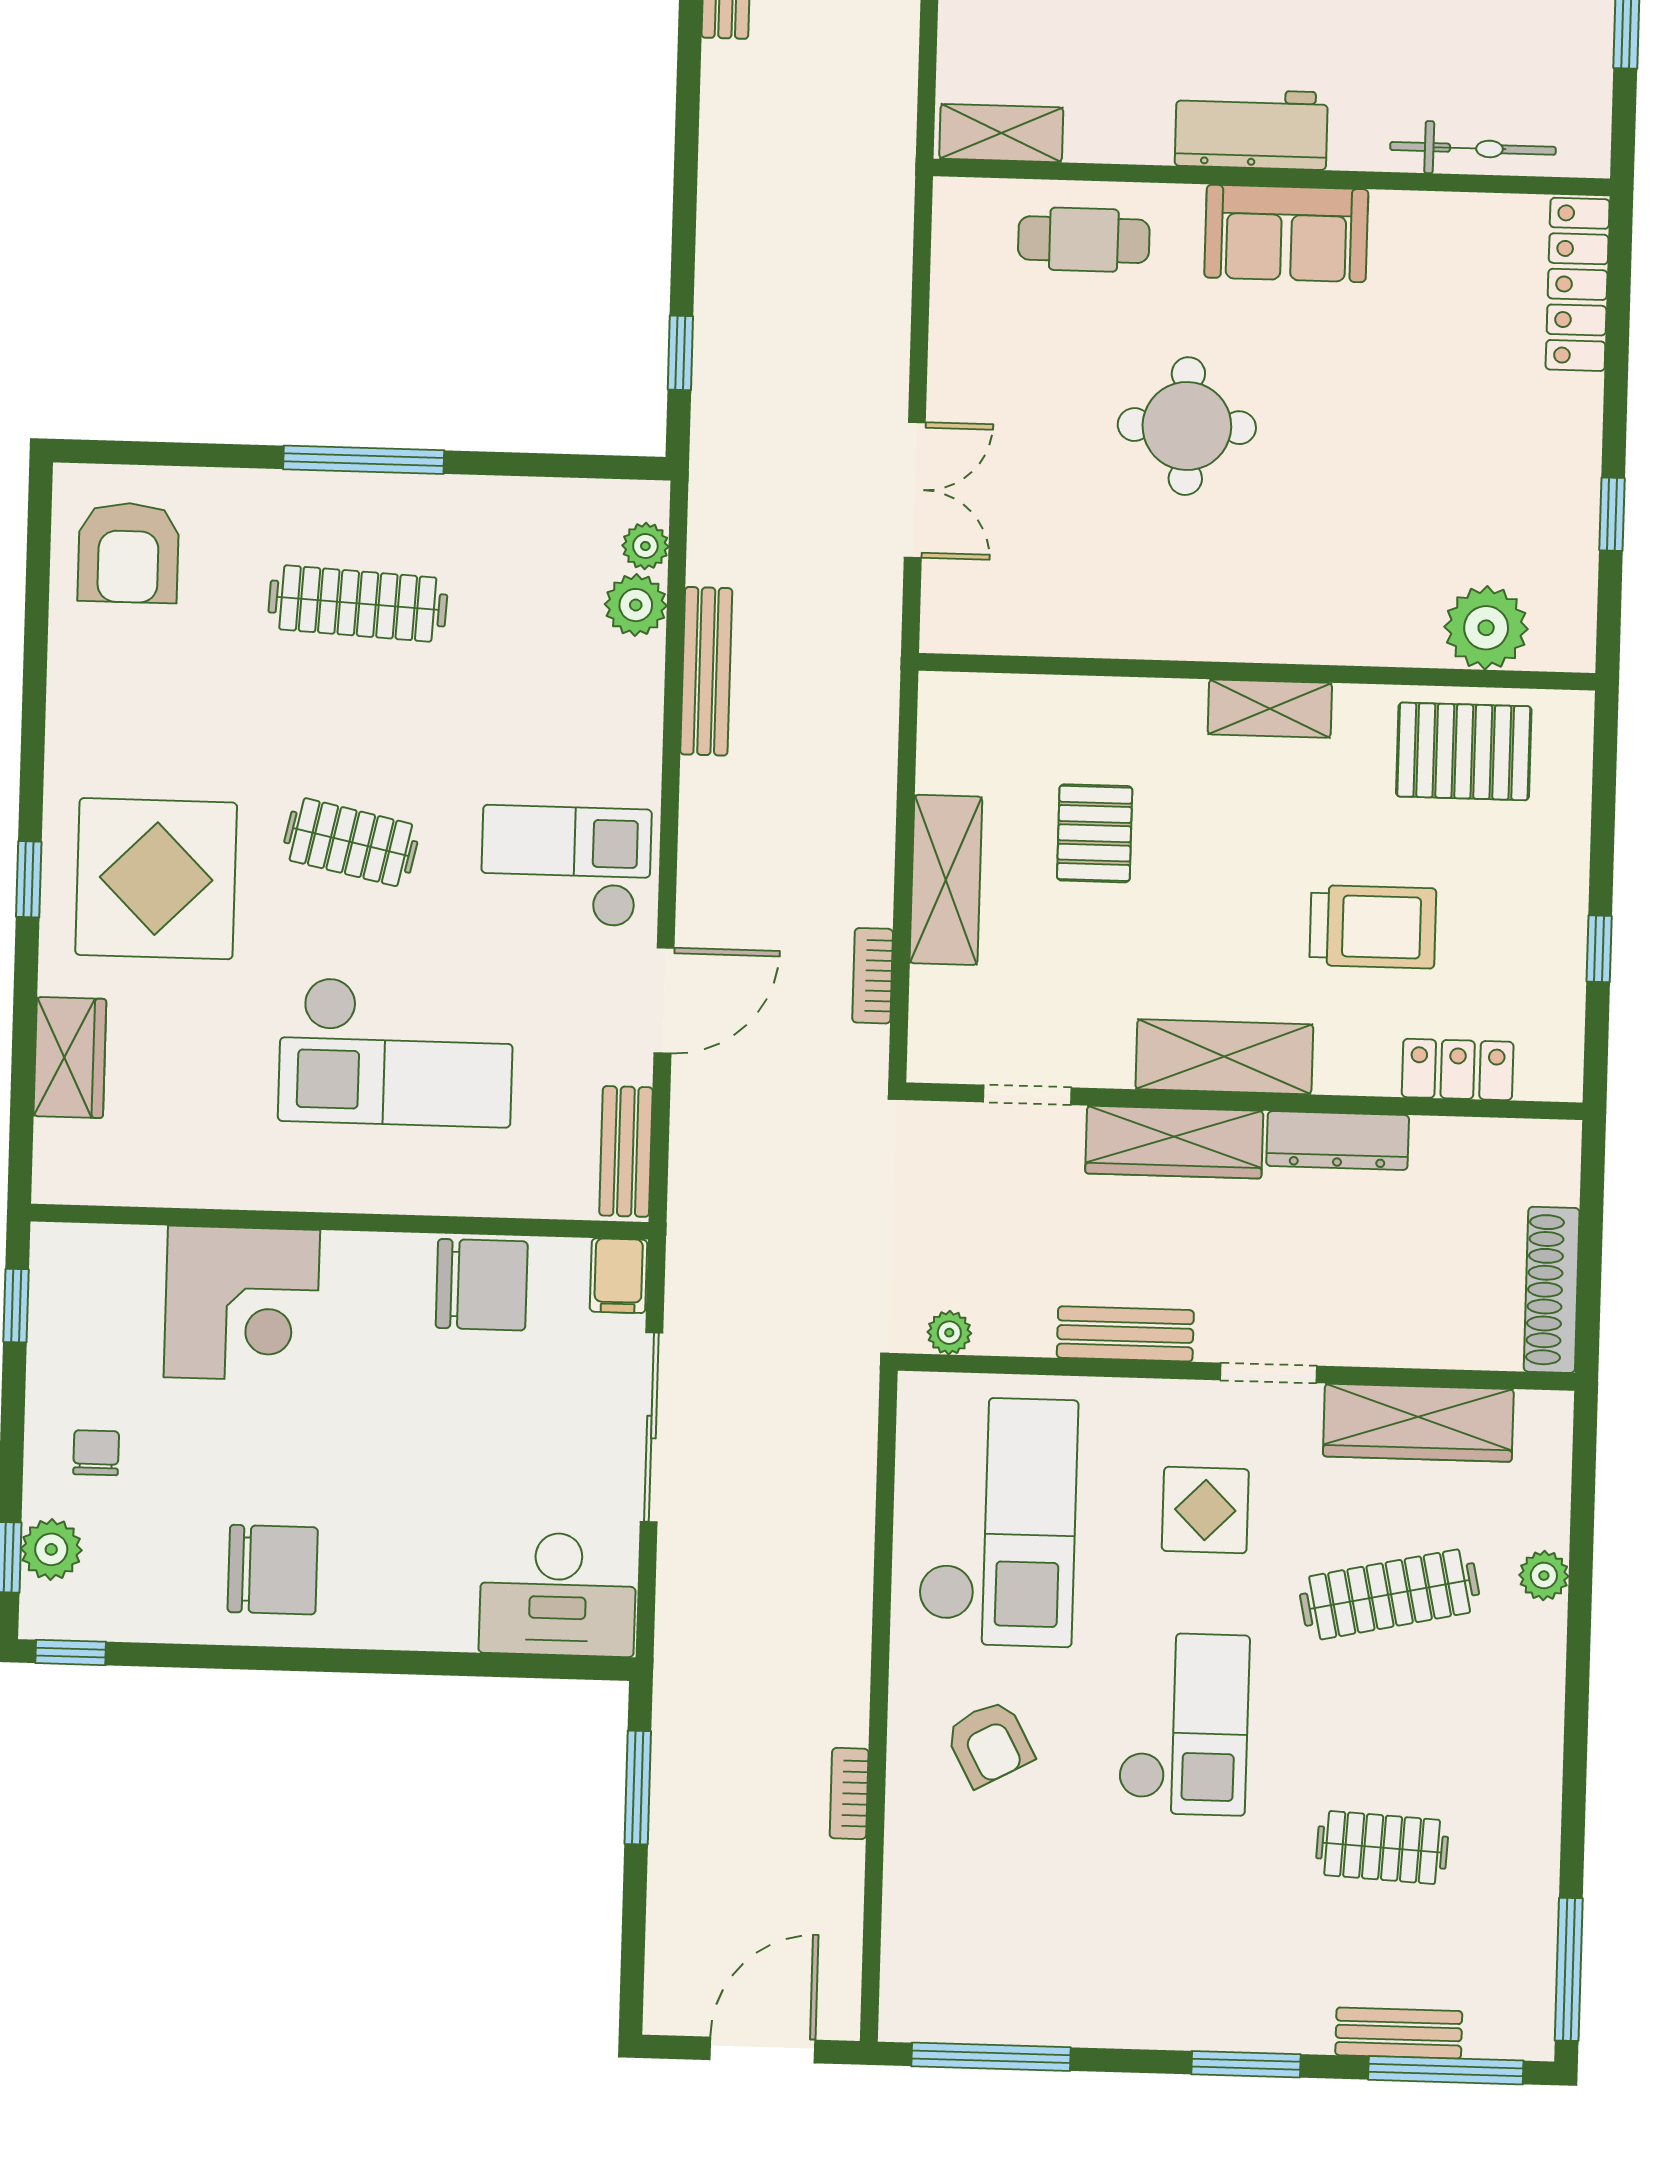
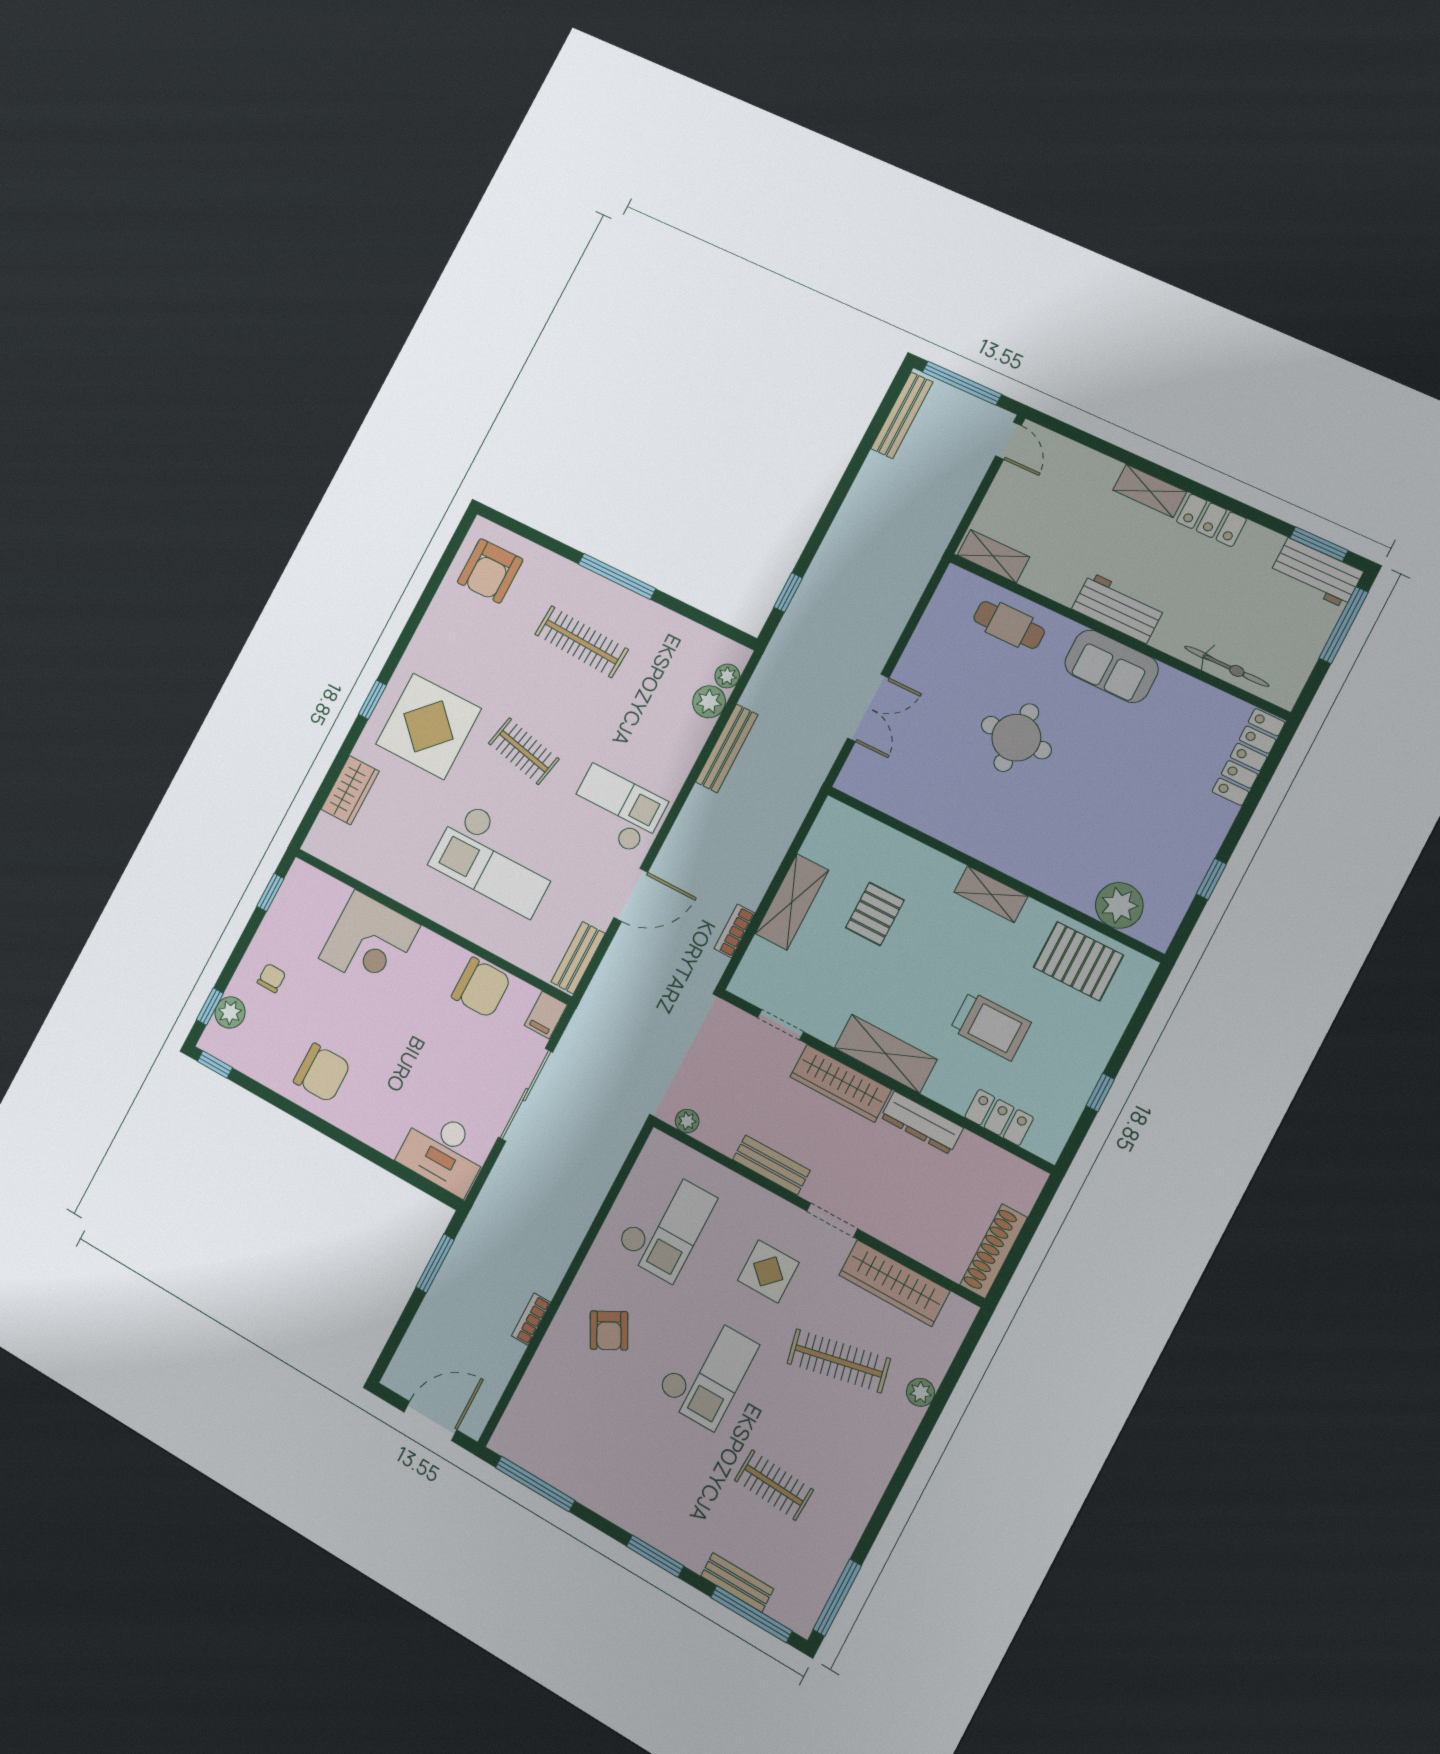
checkout: (998, 1522) -> (666, 1225), width x0.73, depth x0.83

